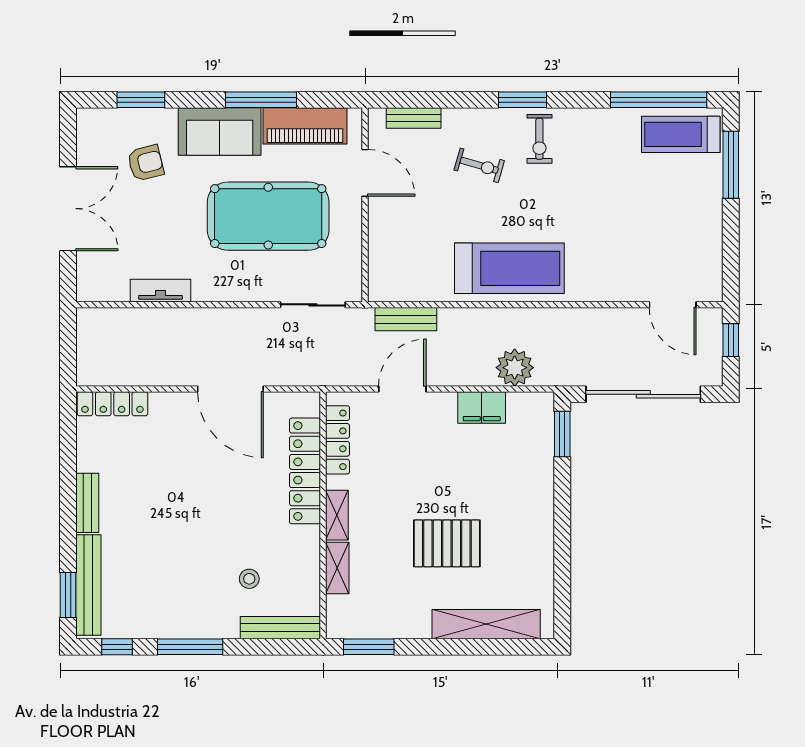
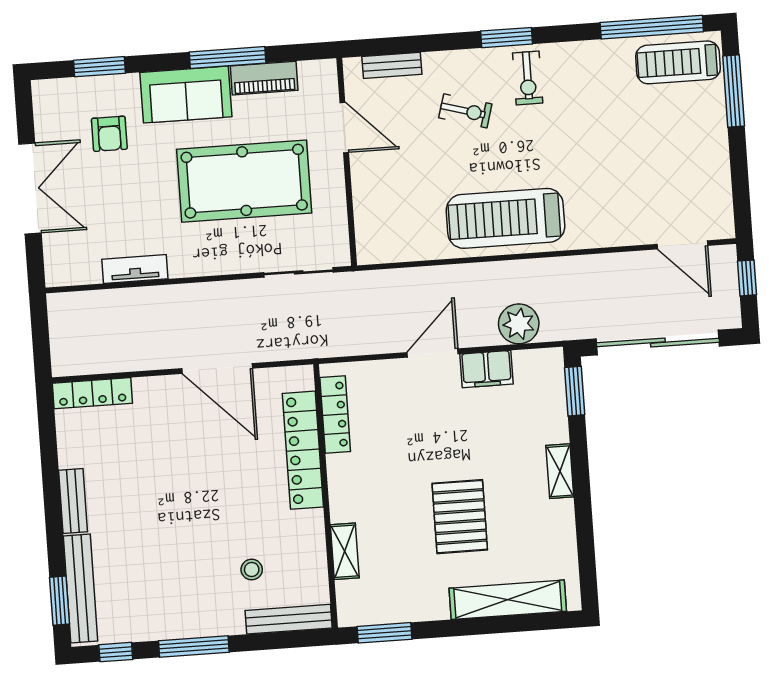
piano: (305, 126) -> (264, 78), width x0.73, depth x0.75
armchair: (146, 163) -> (109, 134), turned 104
treadmill: (509, 268) -> (505, 218), turned 180
bench: (406, 319) -> (399, 281), removed
door: (402, 389) -> (433, 353), moved
shelving: (337, 515) -> (560, 471), moved
pallet: (447, 543) -> (460, 517), turned 90

